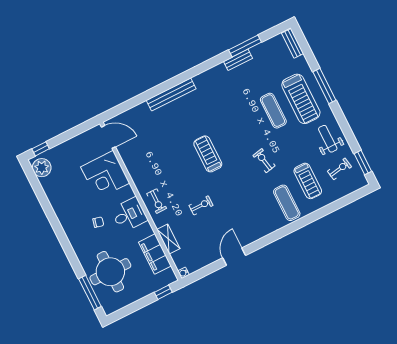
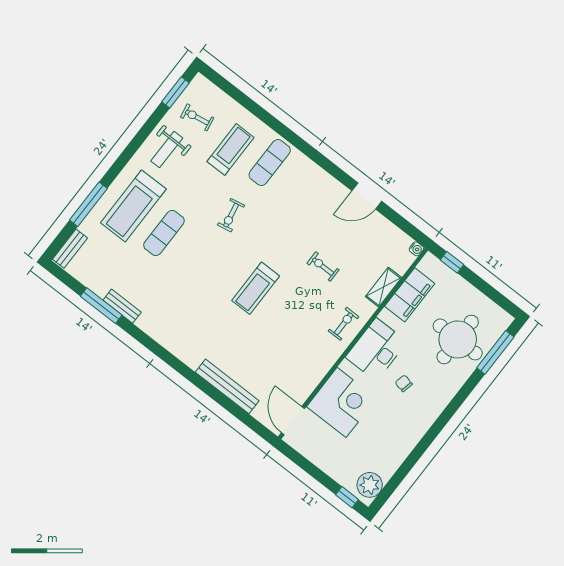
window: (324, 86) -> (88, 204), moved
bench: (171, 94) -> (227, 386), moved
treadmill: (301, 99) -> (133, 206), turned 180
desk: (129, 215) -> (376, 350), width x1.37

